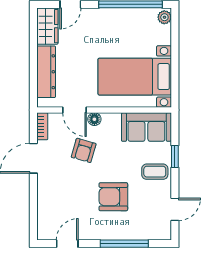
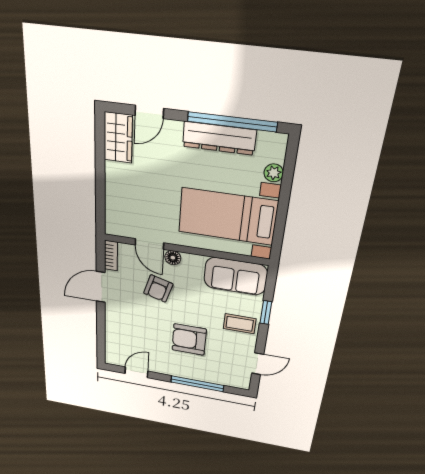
plant: (164, 17) -> (274, 173), moved
dresser: (46, 72) -> (219, 138), moved, turned 90

